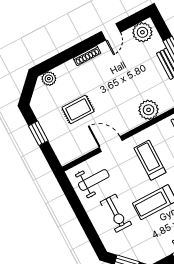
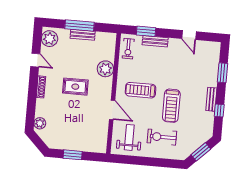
rug: (78, 109) -> (75, 87), moved, turned 90
door: (111, 144) -> (112, 110), swing flipped
exercise bike: (116, 213) -> (162, 137), turned 180

